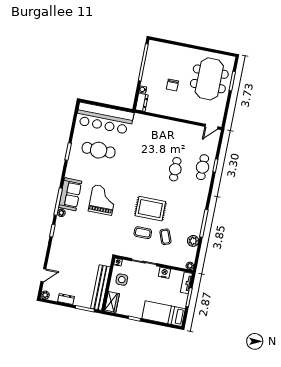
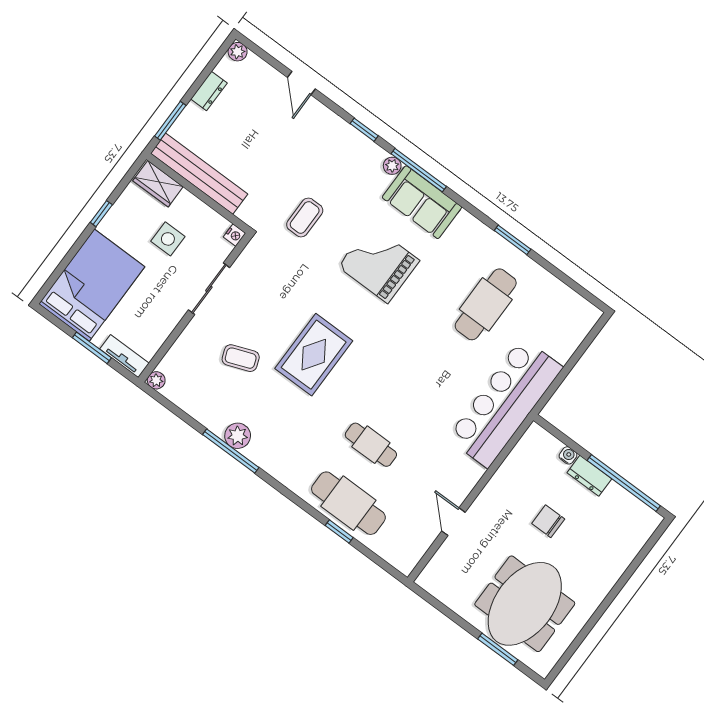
meeting table: (209, 79) -> (525, 604), turned 90
dresser: (142, 102) -> (589, 476), moved
bar counter: (105, 118) -> (505, 403), moved
door: (211, 127) -> (453, 522), moved
cafe table: (203, 167) -> (348, 503), width x1.37, depth x1.35
grand piano: (102, 200) -> (379, 264), turned 180
coffee table: (143, 233) -> (305, 217), moved
plant: (193, 241) -> (238, 436), moved
nightstand: (164, 273) -> (167, 321), removed
door: (43, 275) -> (301, 83), moved
side table: (122, 280) -> (168, 239), moved
bed: (164, 314) -> (92, 285), width x1.50

